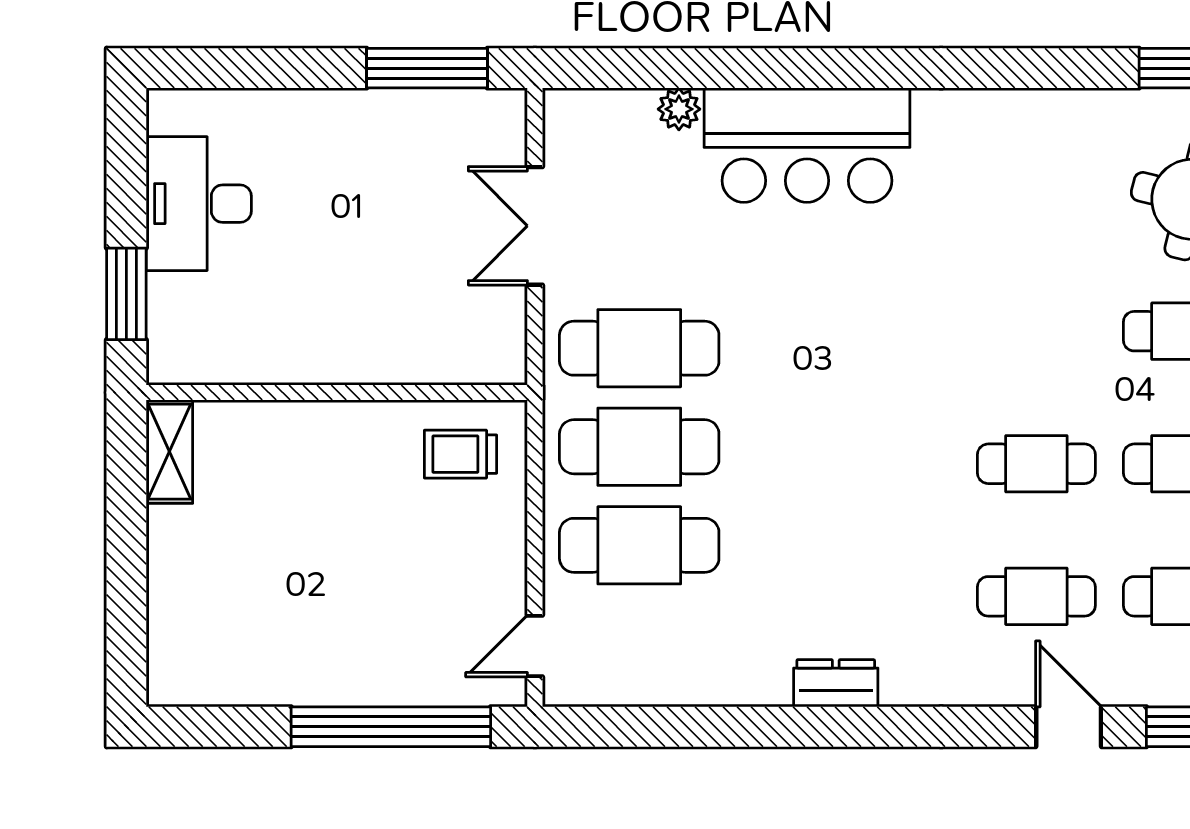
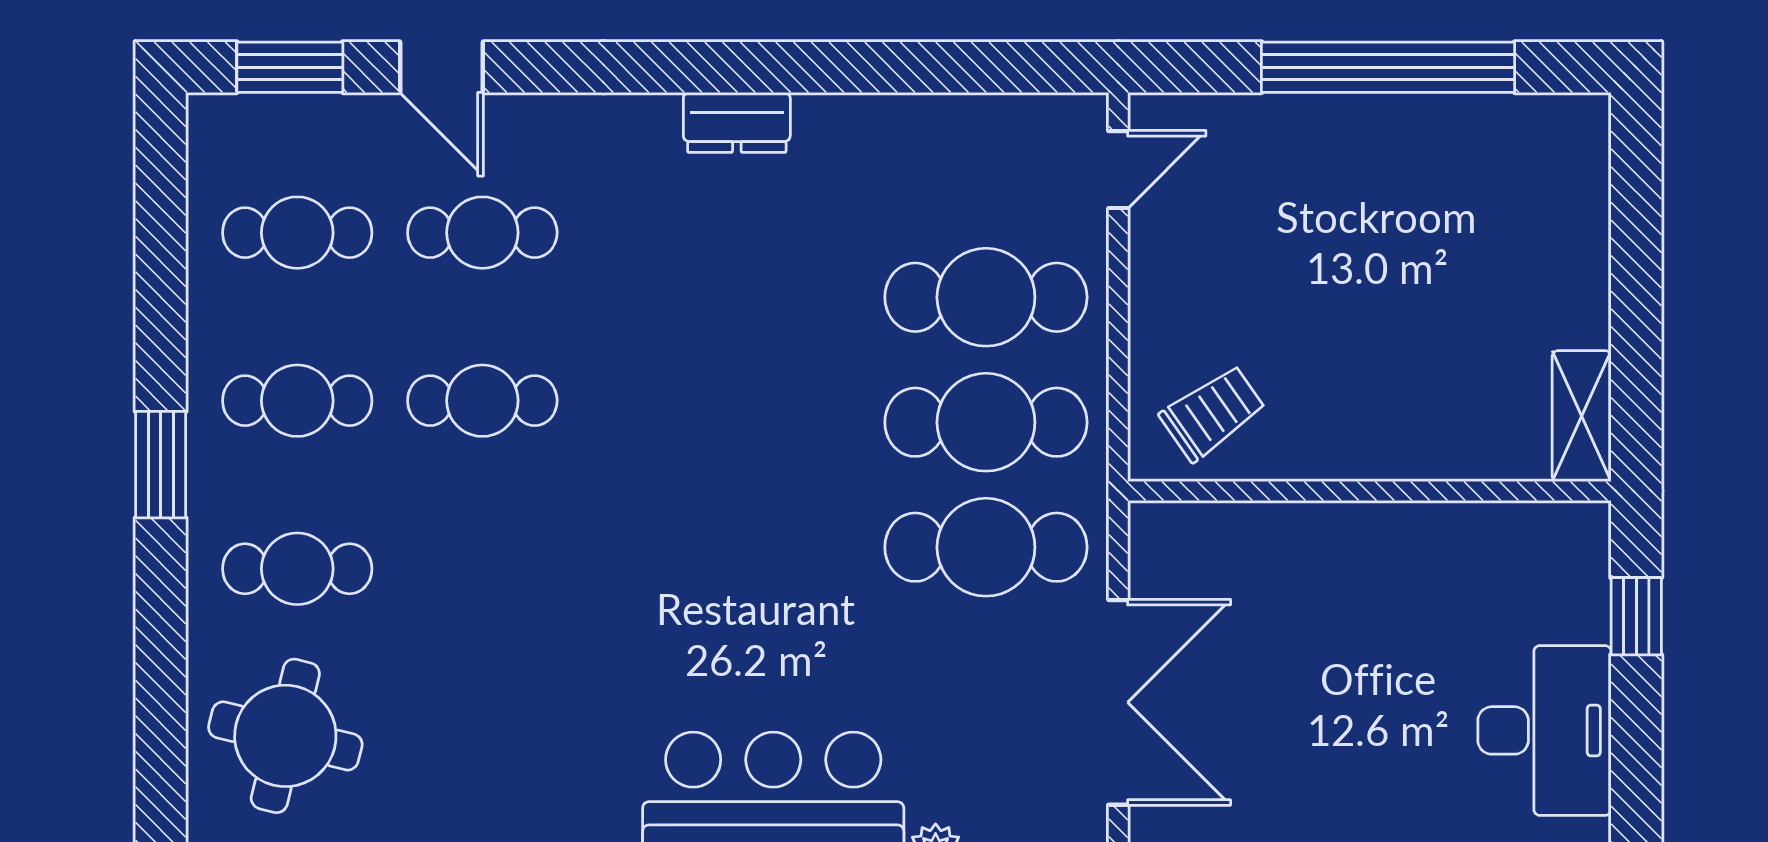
double door: (535, 226) -> (1118, 702), width x1.37
window: (126, 294) -> (1636, 616), width x0.67
trolley: (460, 454) -> (1213, 413), turned -35
window: (391, 727) -> (1388, 67), moved

